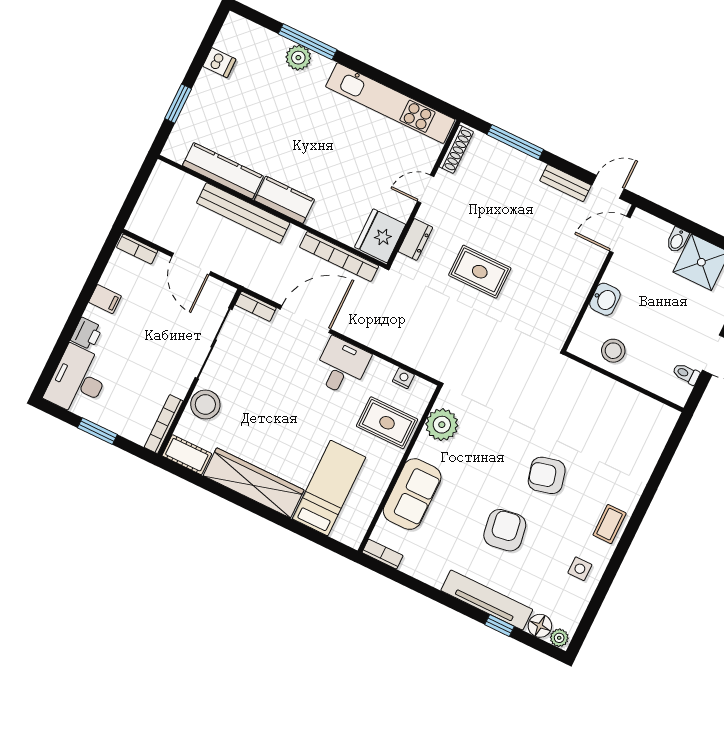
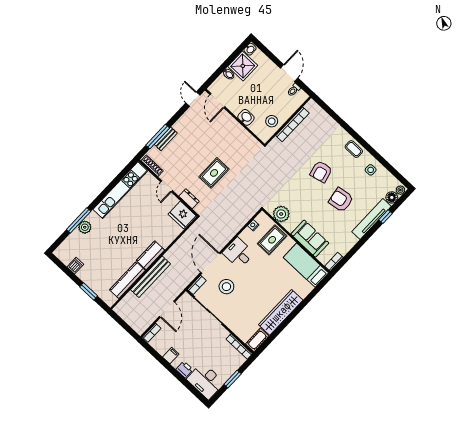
bench: (565, 183) -> (166, 139), moved
bookcase: (339, 257) -> (292, 124), moved
door: (191, 264) -> (167, 309), hinge flipped
stool: (205, 404) -> (226, 287), moved
bed: (329, 488) -> (306, 265), moved

